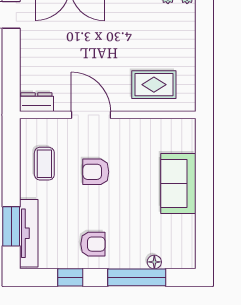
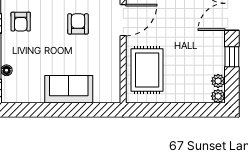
rug: (154, 85) -> (147, 70), width x1.36, depth x1.43

